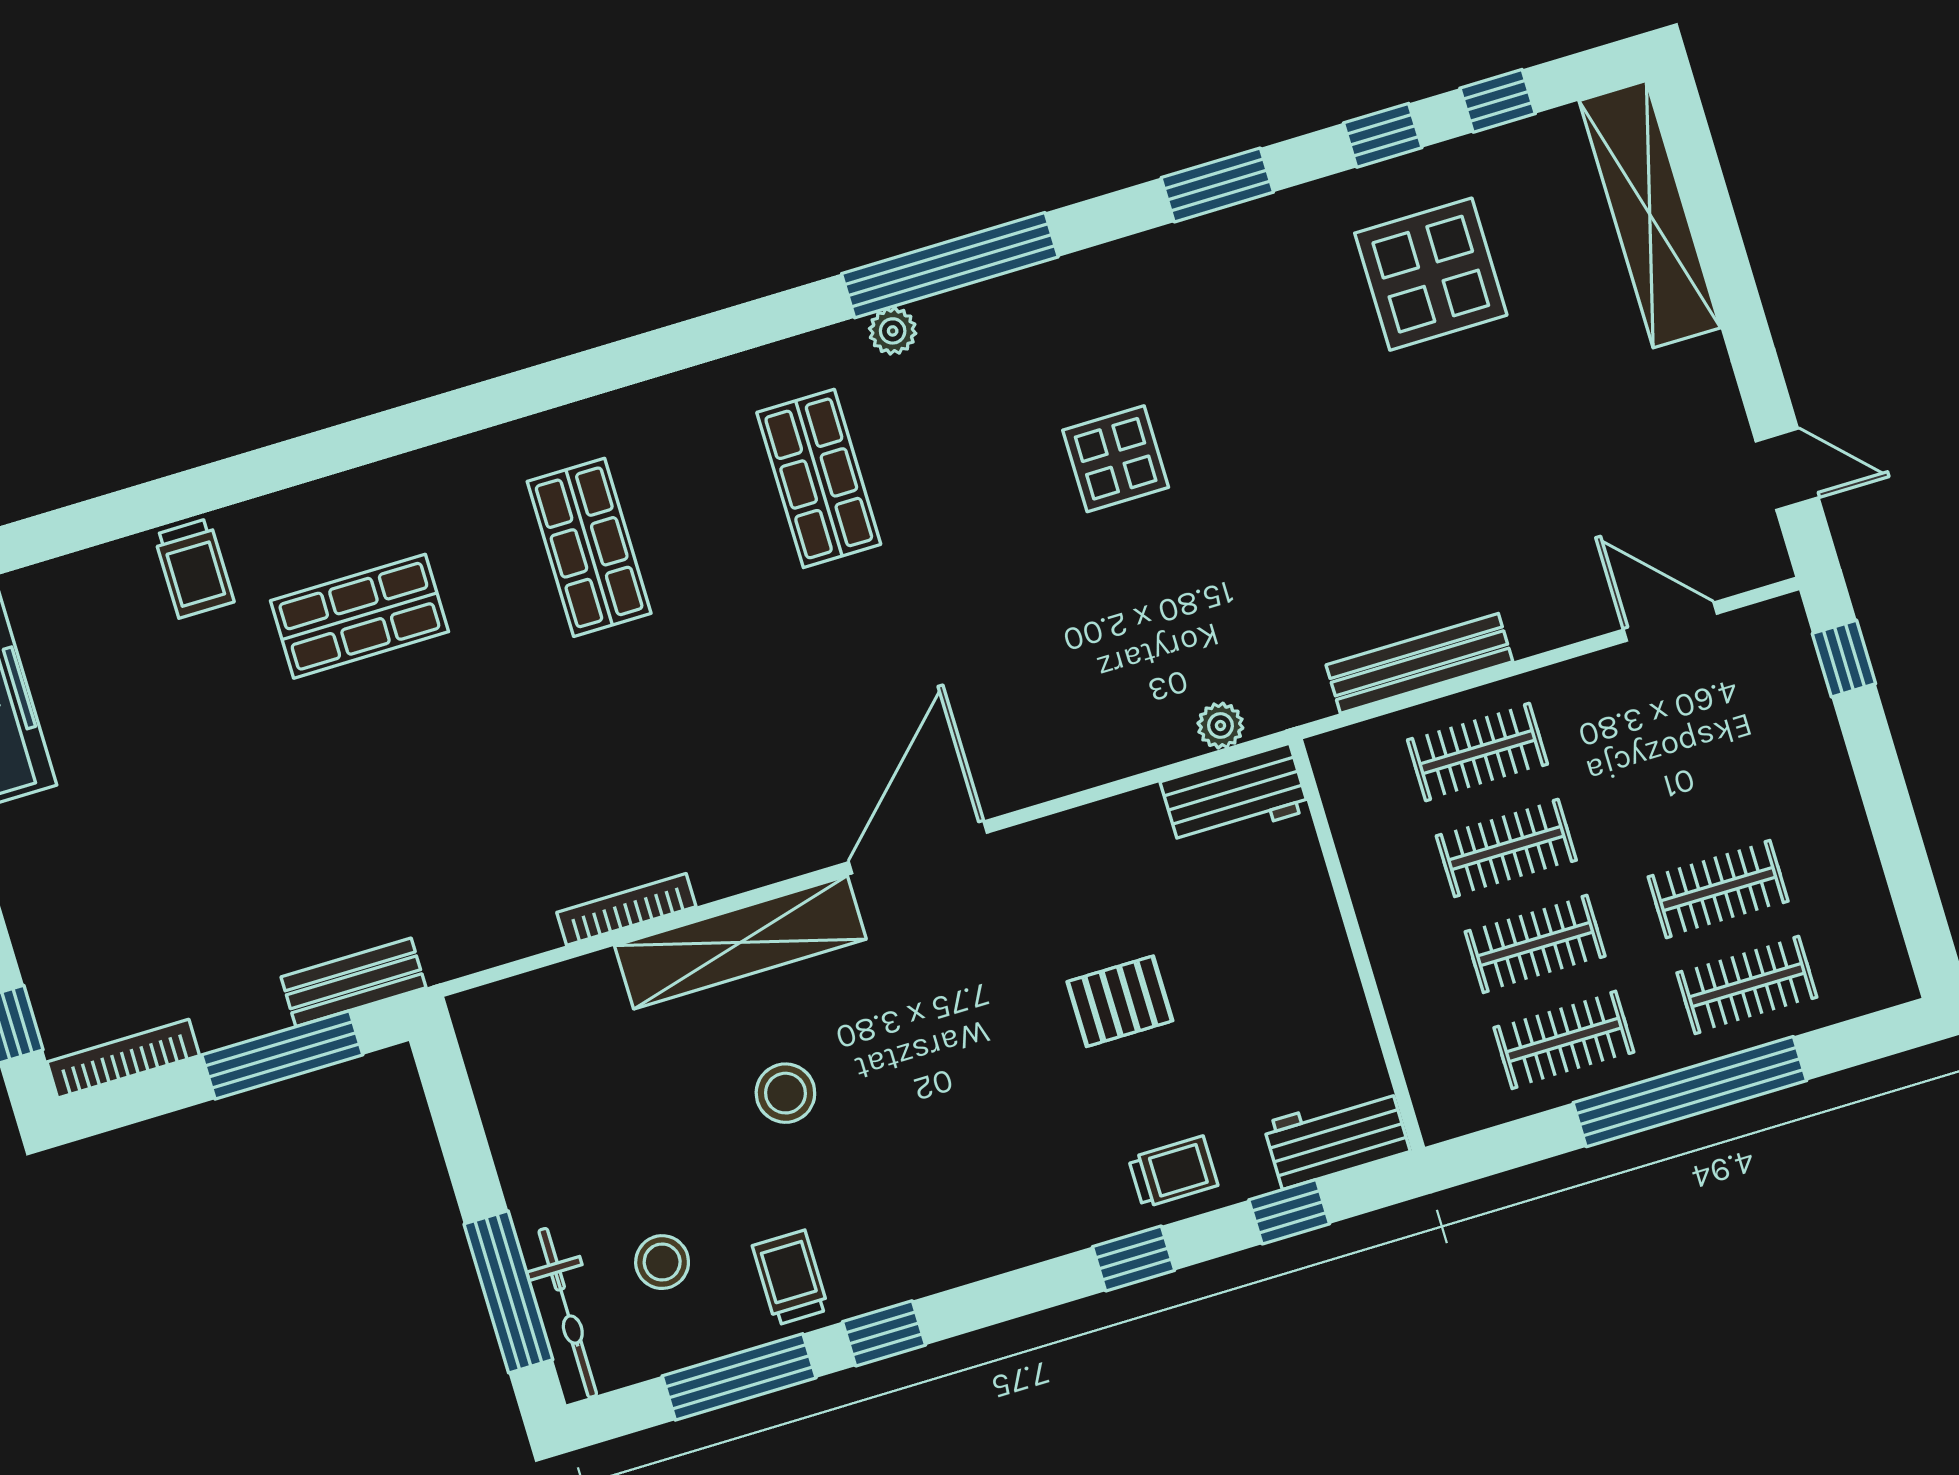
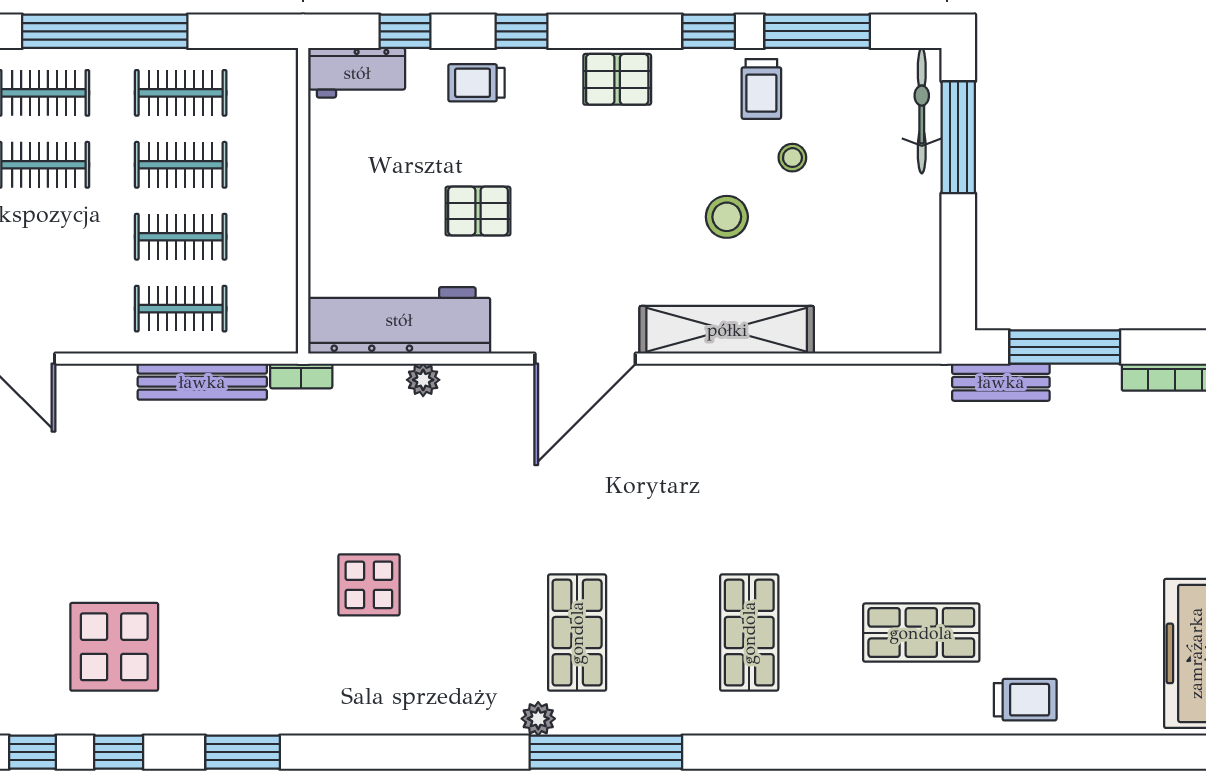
window: (950, 265) -> (606, 752), moved
plant: (893, 331) -> (538, 719), moved
trolley: (194, 568) -> (1025, 700), turned 90
plant: (1220, 726) -> (423, 380), moved
workbench: (1235, 796) -> (399, 320), width x1.88, depth x1.32
bookcase: (626, 909) -> (301, 376), moved, width x0.64
pallet: (987, 1233) -> (617, 79), added
stool: (662, 1262) -> (792, 158), moved, width x0.73, depth x0.73

